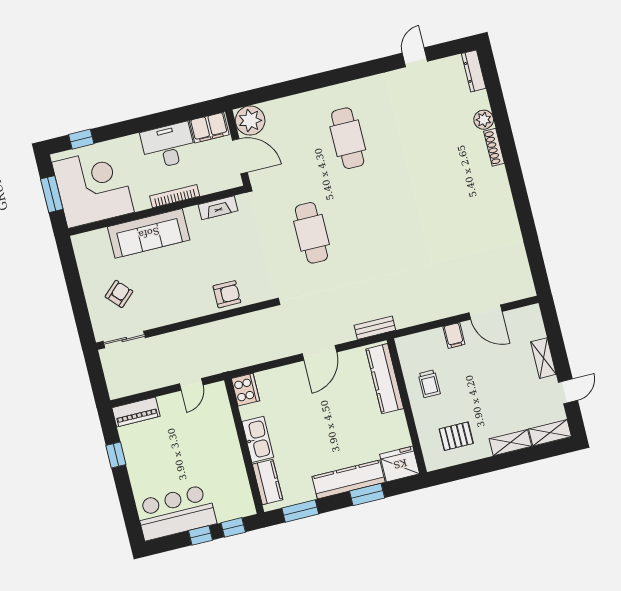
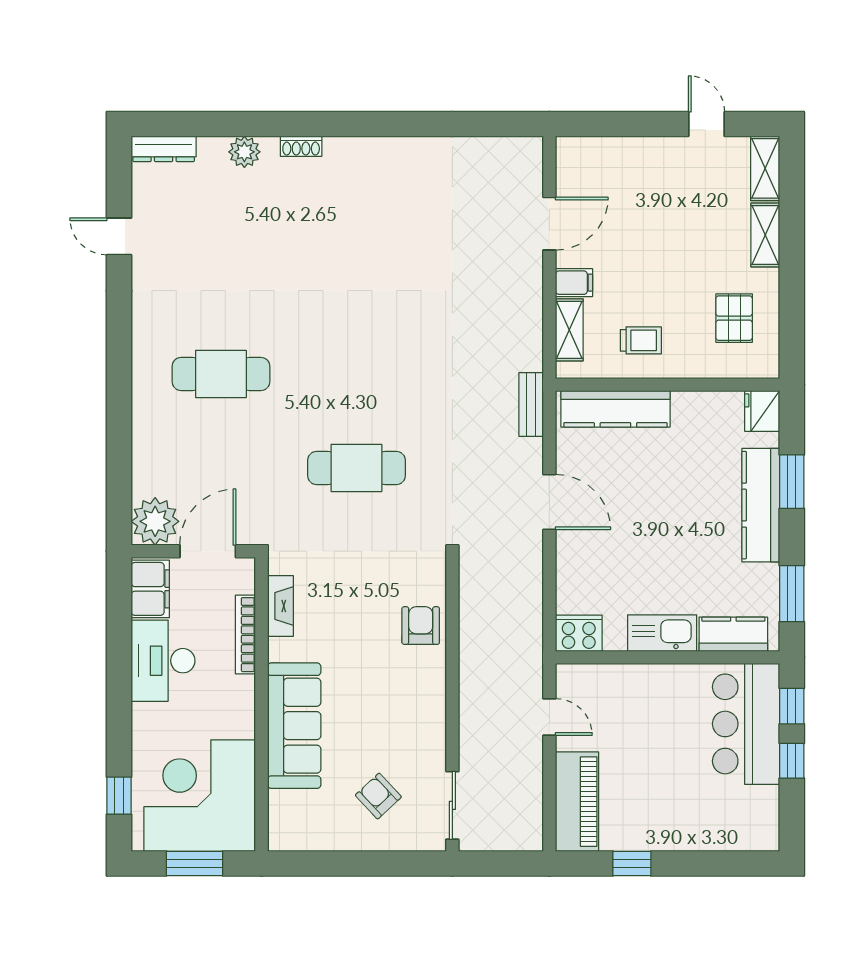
shoe rack: (494, 147) -> (301, 146), width x0.70
bookcase: (175, 196) -> (245, 635), moved
shelving: (543, 358) -> (569, 330), moved, turned 90
piano: (136, 412) -> (577, 802), width x1.37, depth x1.33
fridge: (400, 464) -> (762, 411), width x0.73, depth x0.75
bar counter: (176, 513) -> (746, 724), moved

